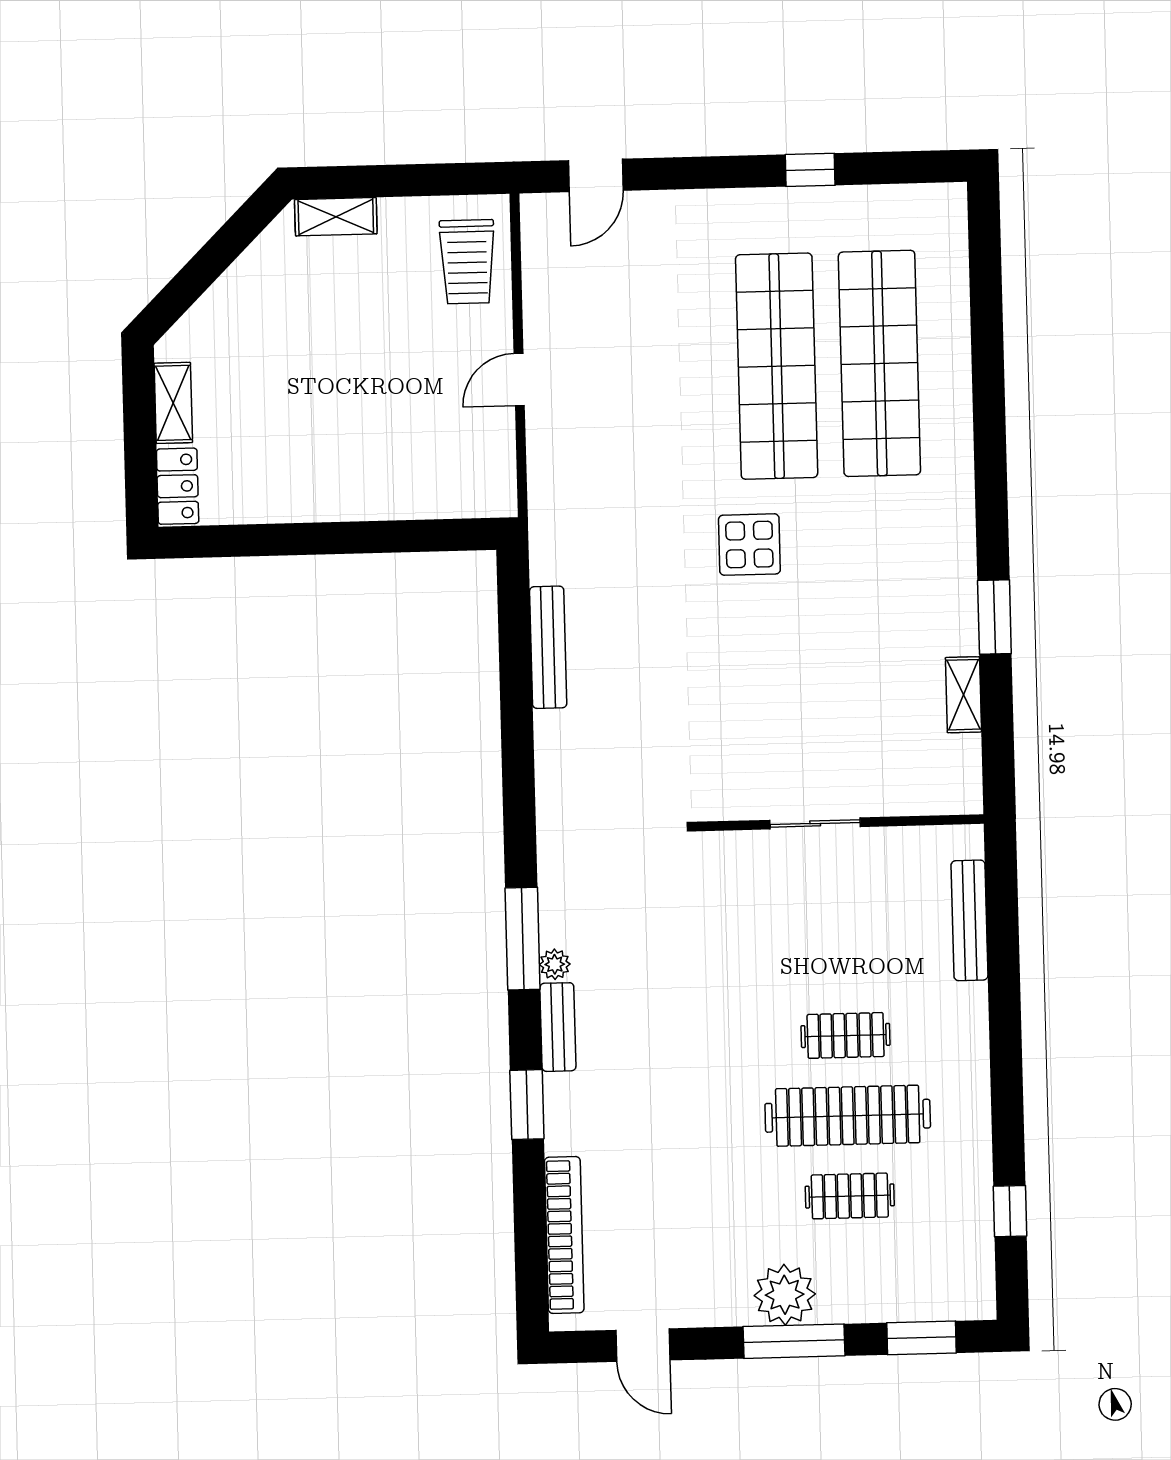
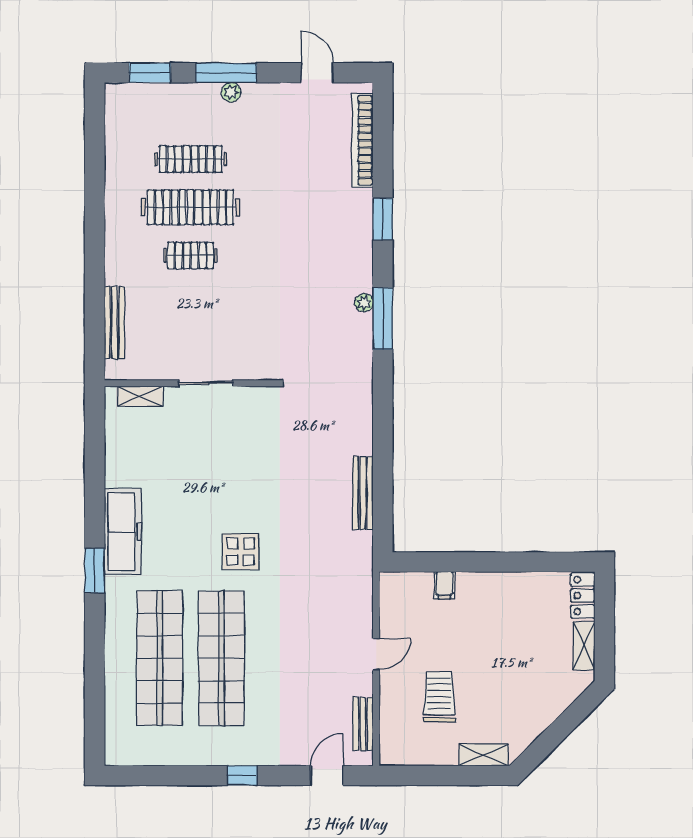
window: (810, 170) -> (242, 776), moved
trolley: (467, 262) -> (439, 697), moved
filing cabinet: (408, 498) -> (444, 585), added
freezer: (946, 572) -> (123, 532), added
window: (994, 617) -> (95, 571), moved
shelving: (963, 695) -> (140, 396), moved, turned 90
bench: (558, 1027) -> (363, 724), moved
clothes rail: (850, 1196) -> (191, 159), width x1.36
window: (1010, 1211) -> (95, 147), removed
plant: (785, 1295) -> (231, 92), width x0.53, depth x0.53

